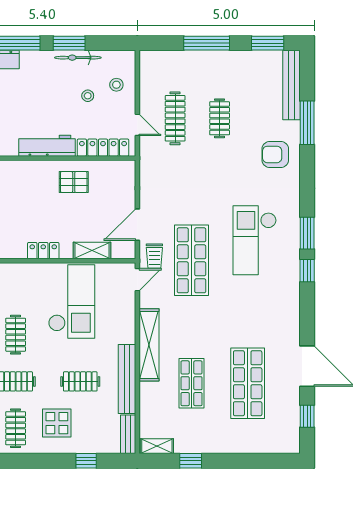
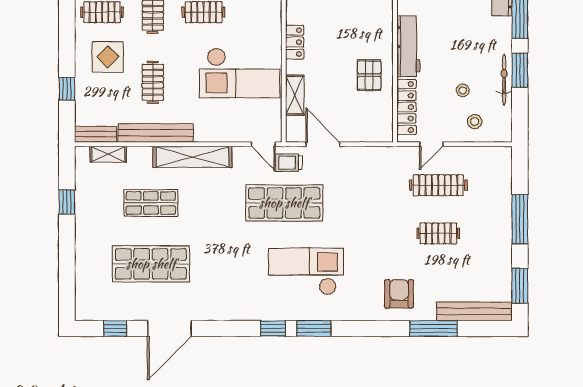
shelving: (157, 446) -> (108, 154), moved, turned 90

